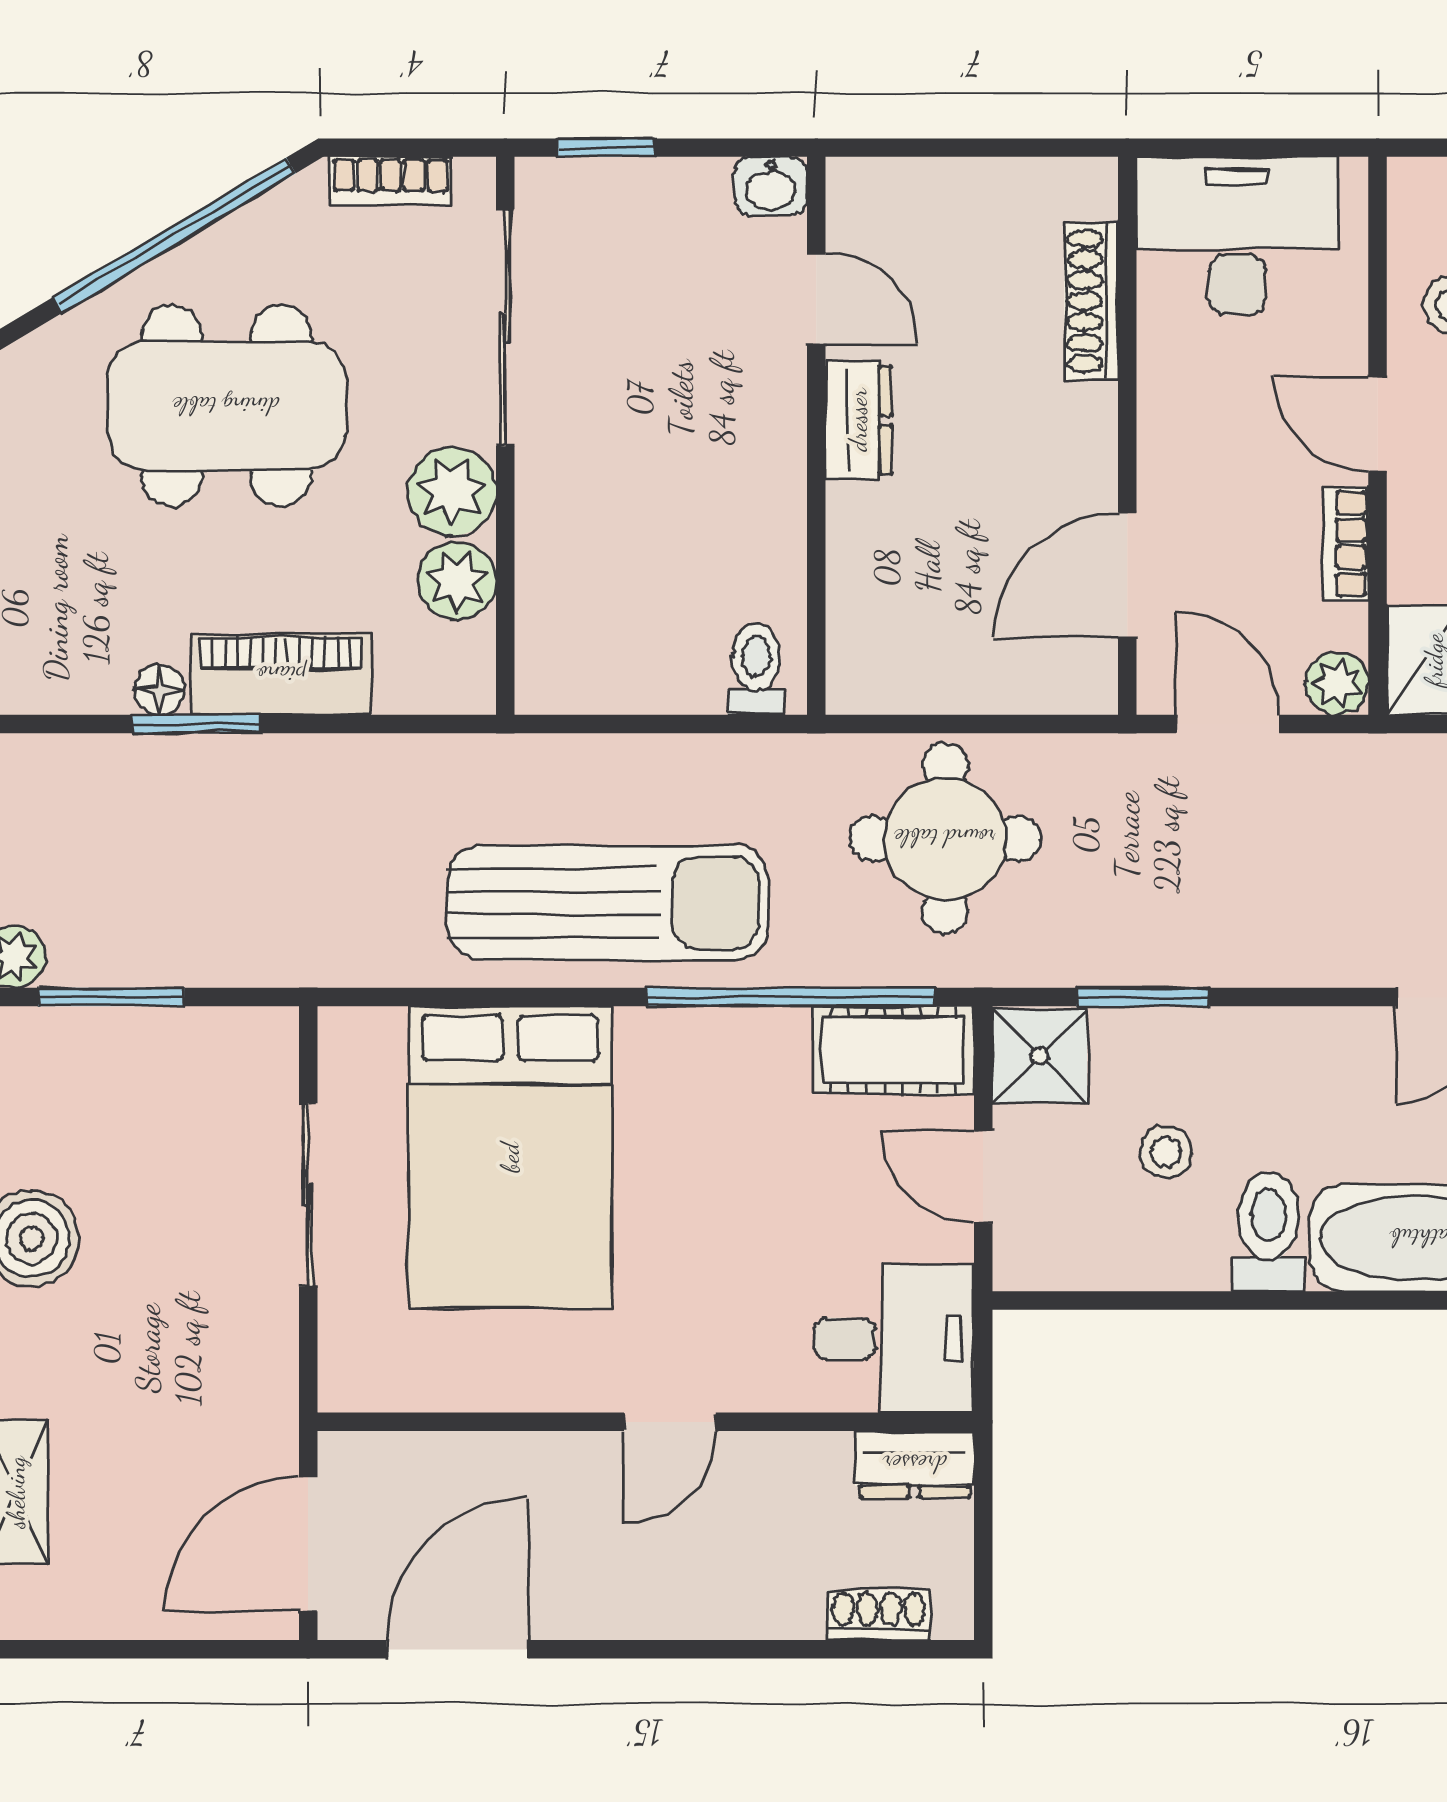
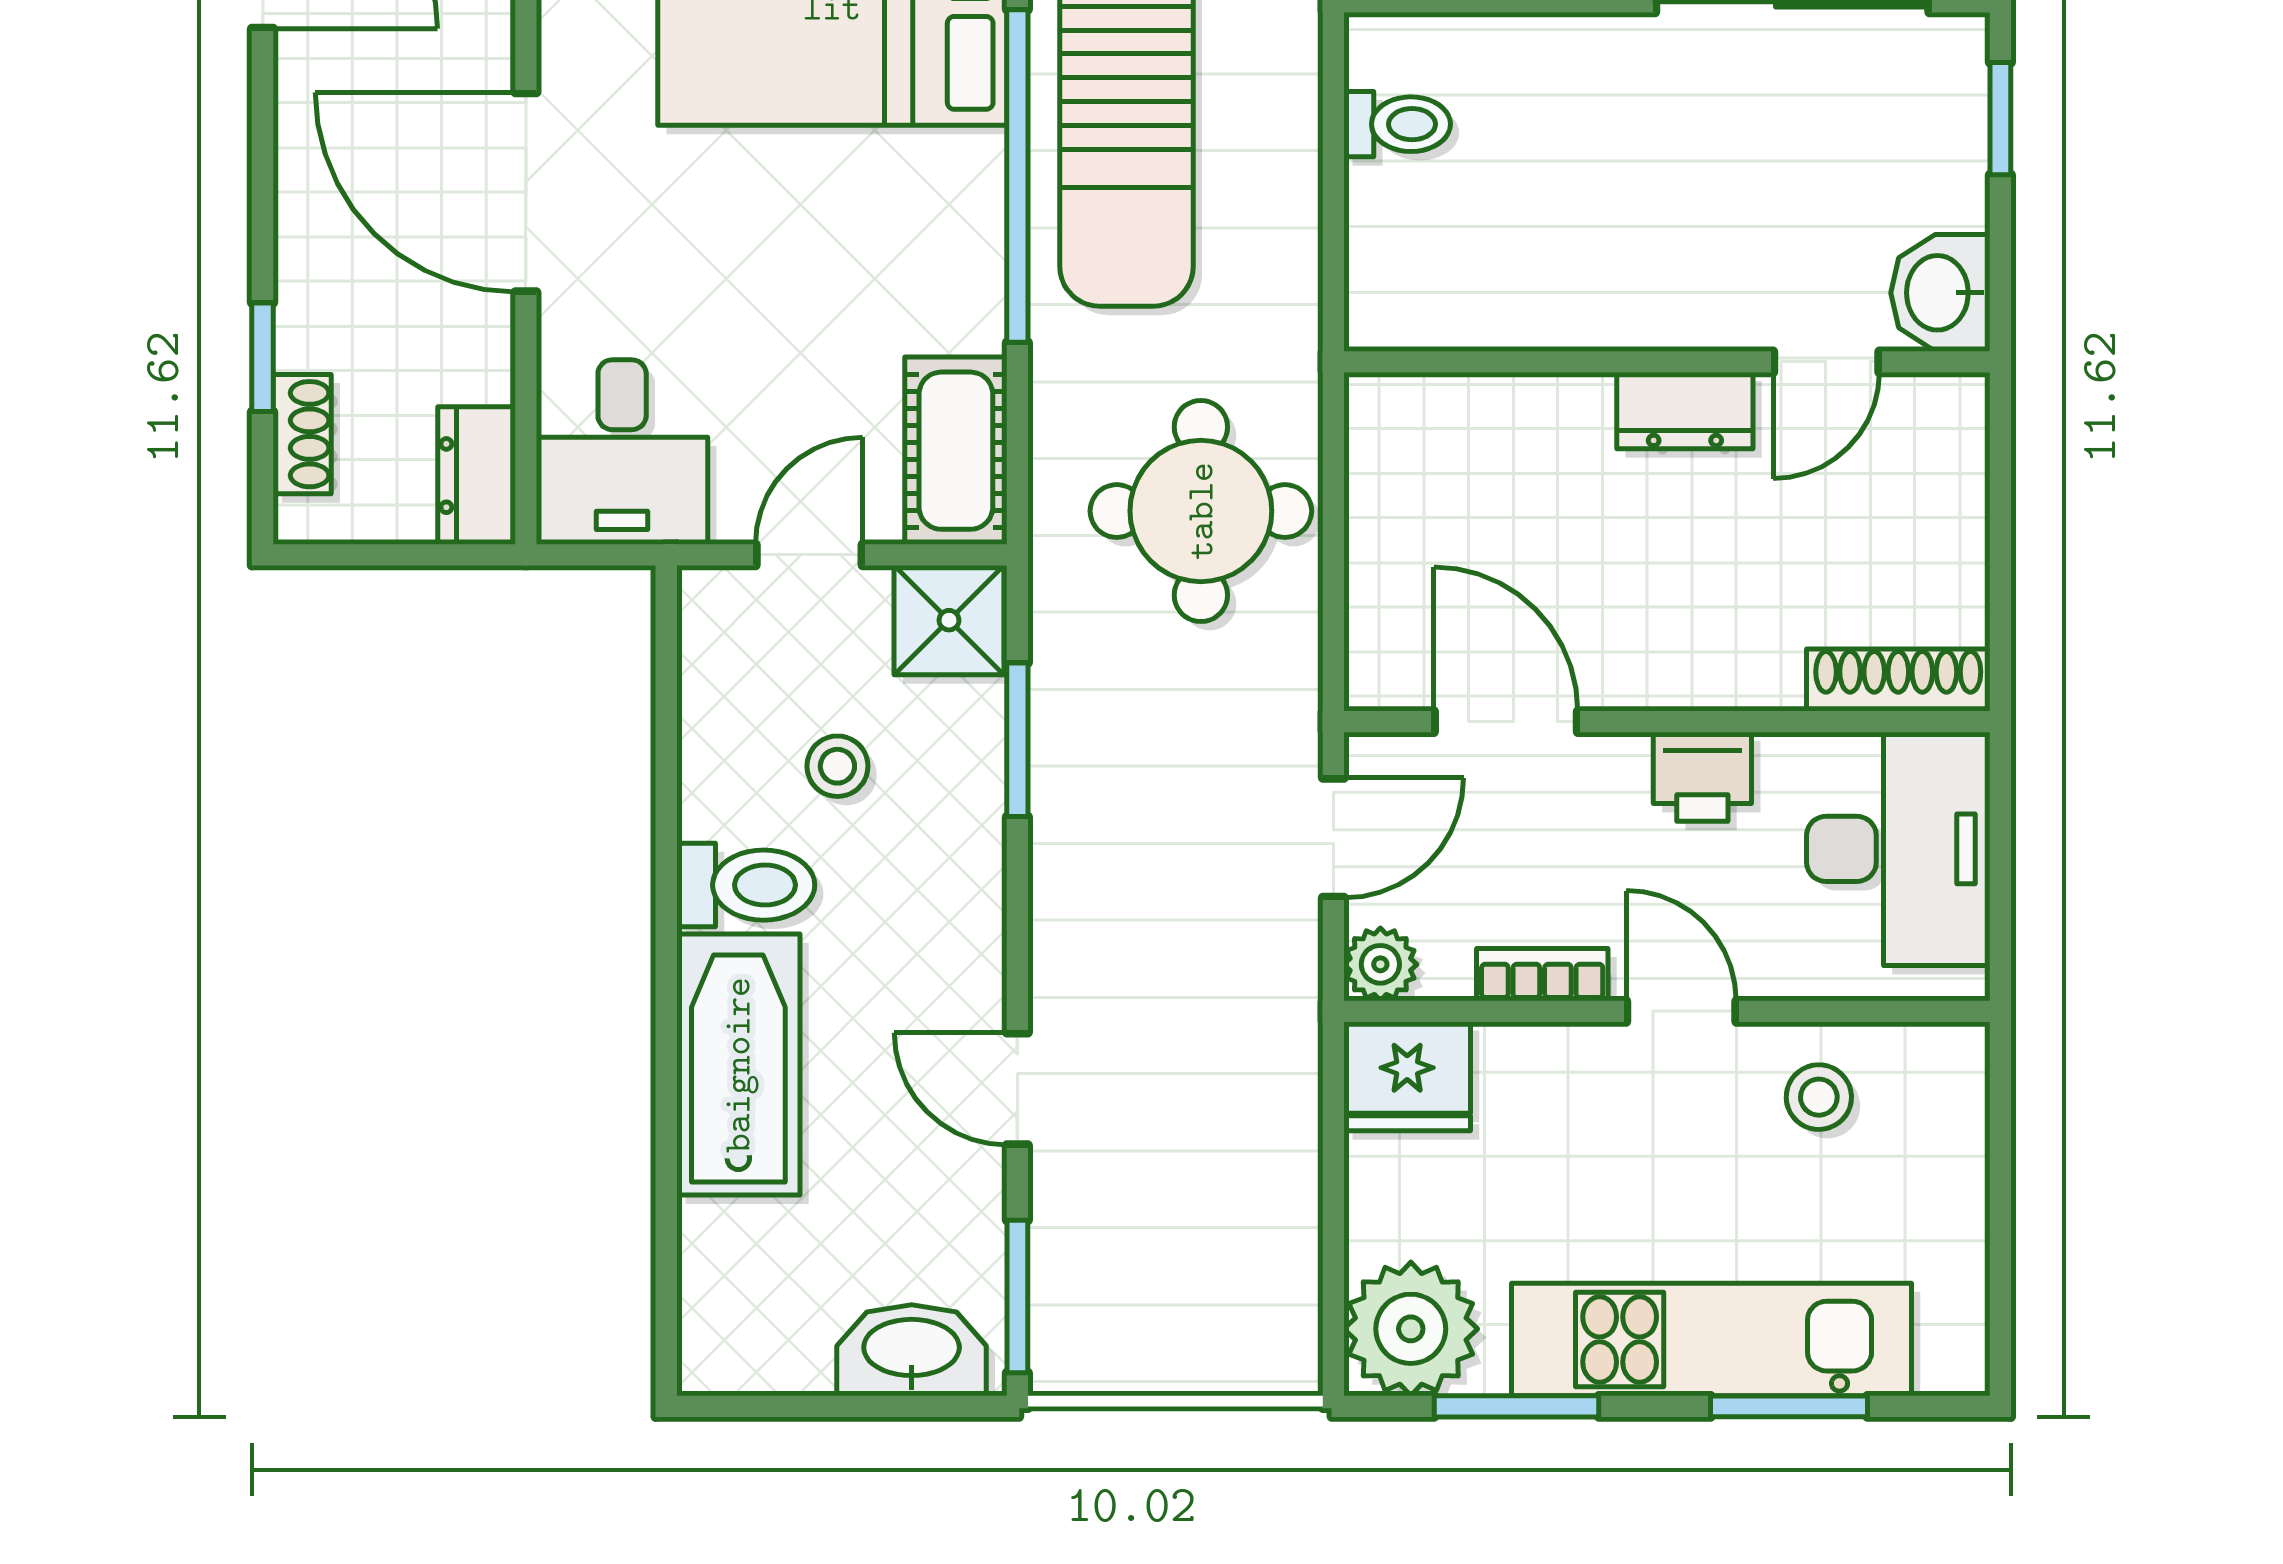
washbasin: (771, 186) -> (1940, 293), width x1.38, depth x1.45
shoe rack: (1091, 301) -> (1898, 680), moved
printer: (1175, 405) -> (1702, 777), added
door: (1378, 423) -> (1681, 1011), hinge flipped
toilet: (756, 669) -> (1397, 124), moved
window: (790, 997) -> (1017, 176), moved
door: (670, 1422) -> (526, 192), width x1.88
window: (812, 1649) -> (262, 357), added

